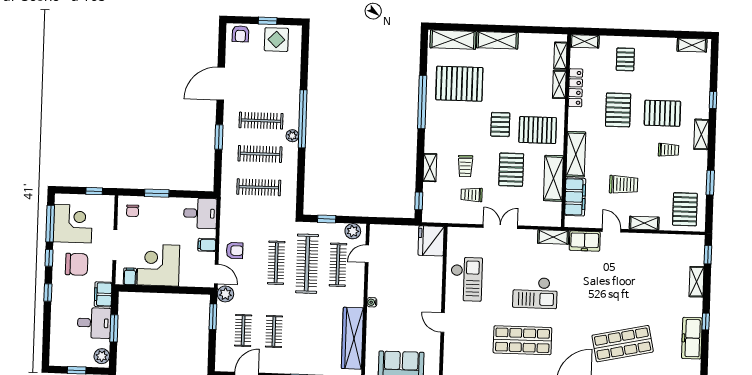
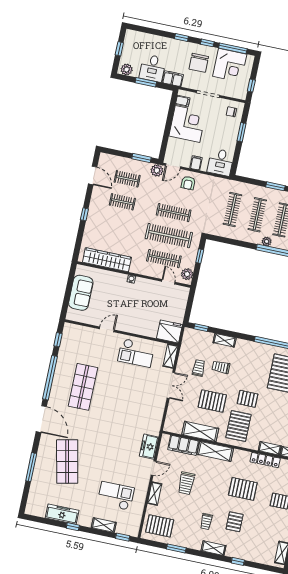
pallet: (662, 113) -> (235, 522), width x0.67, depth x0.71
shelving: (553, 237) -> (170, 356), moved
checkout: (535, 293) -> (116, 496), moved, turned 90

